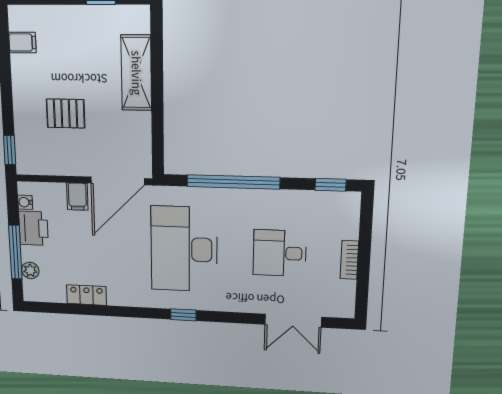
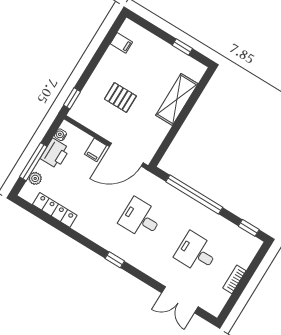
desk: (184, 249) -> (141, 219), width x0.53, depth x0.77
locker: (87, 295) -> (55, 210), width x1.53

